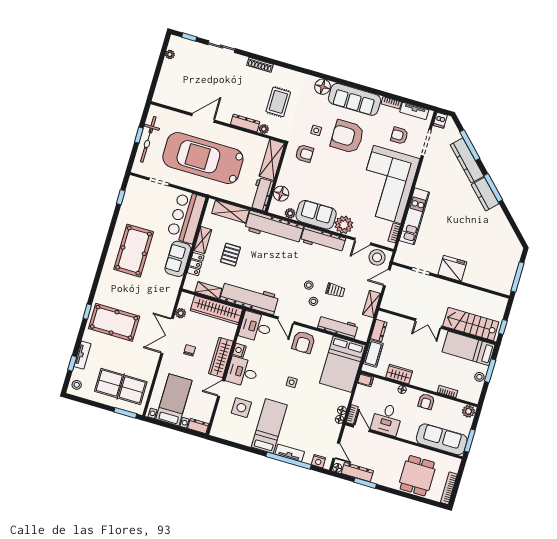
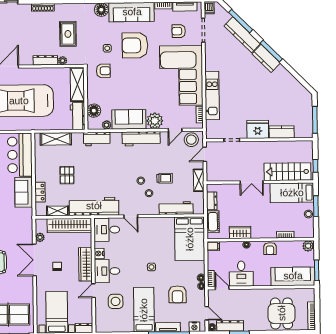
workbench: (274, 228) -> (97, 139), width x0.53, depth x0.76
shelving: (203, 240) -> (40, 170), removed
kitchen counter: (478, 279) -> (282, 132), added
armchair: (303, 342) -> (177, 294), moved

